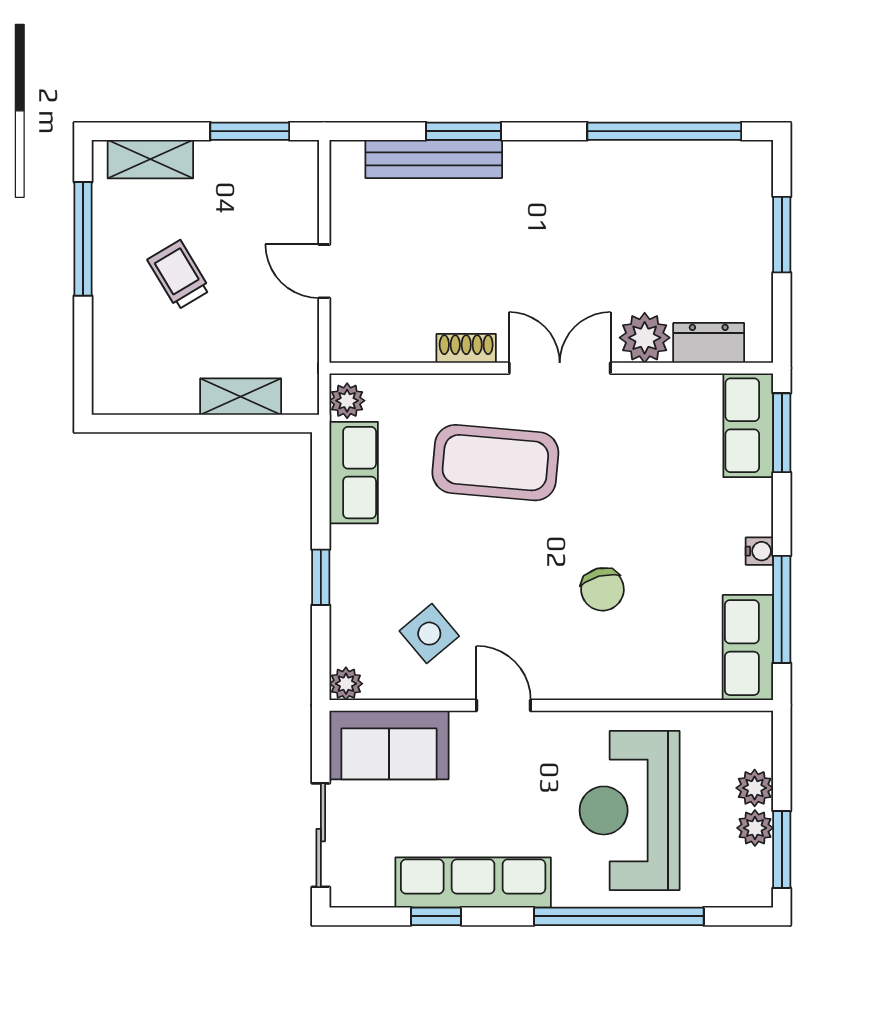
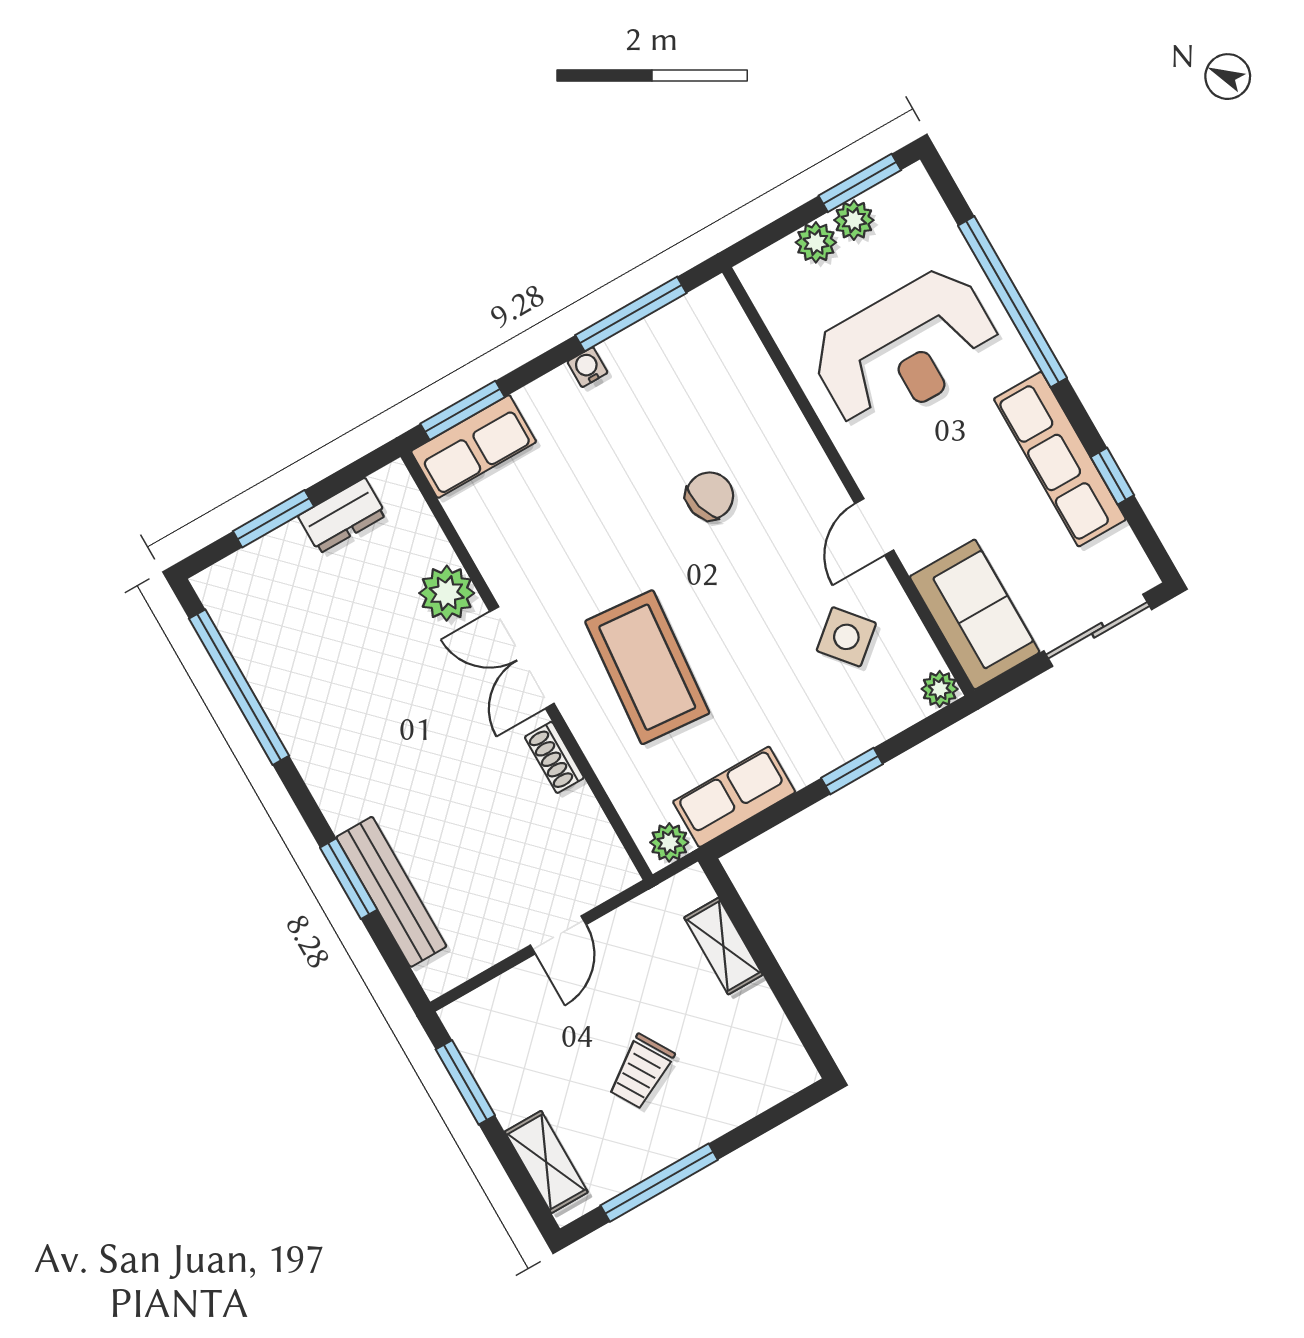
dresser: (709, 343) -> (342, 516), moved, turned -90
row of seats: (748, 648) -> (686, 325), removed

